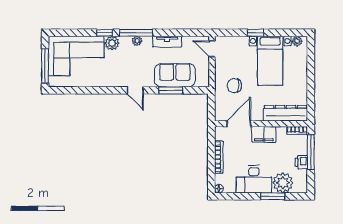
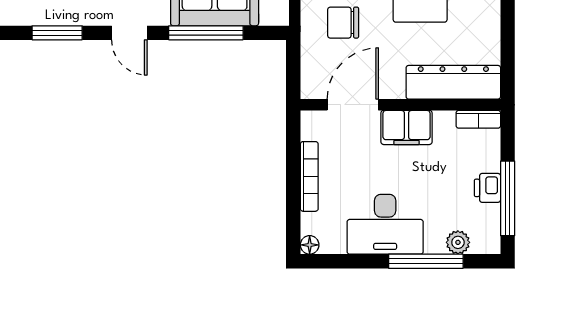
window: (102, 90) -> (57, 33), added
window: (171, 90) -> (206, 33), width x1.44
window: (311, 152) -> (508, 198), moved
plant: (283, 183) -> (458, 242), width x0.53, depth x0.53
window: (273, 196) -> (426, 261), width x1.44

